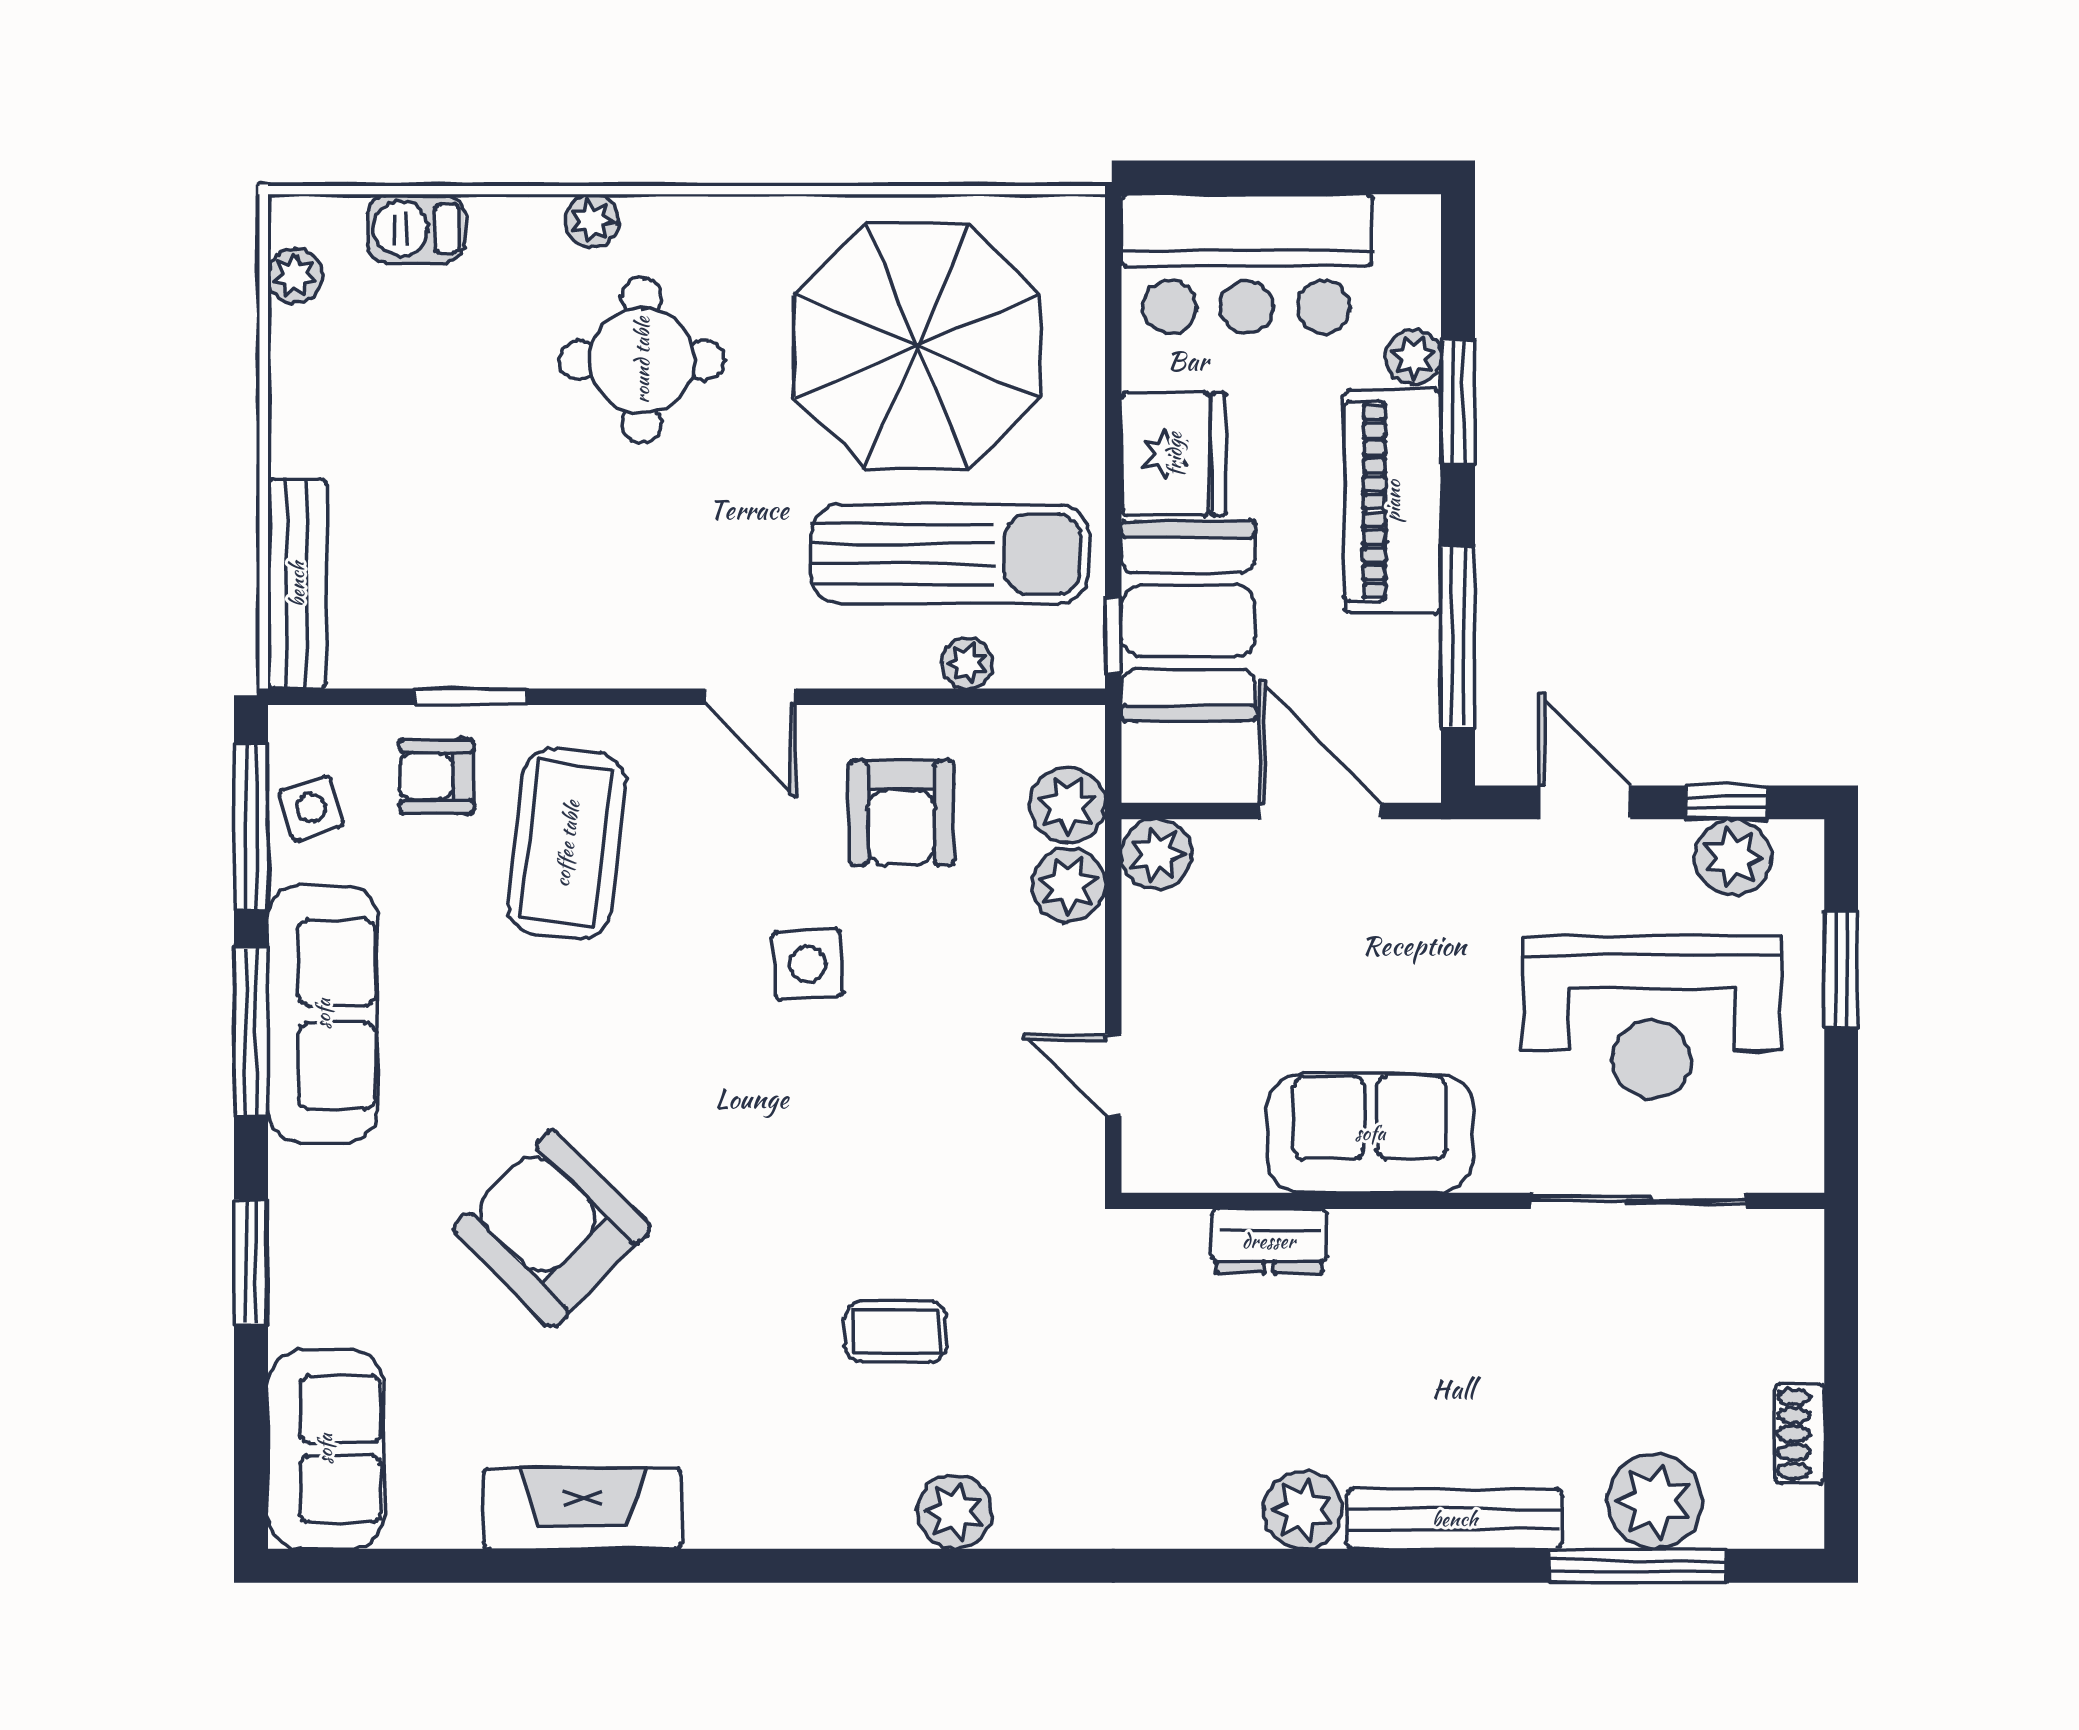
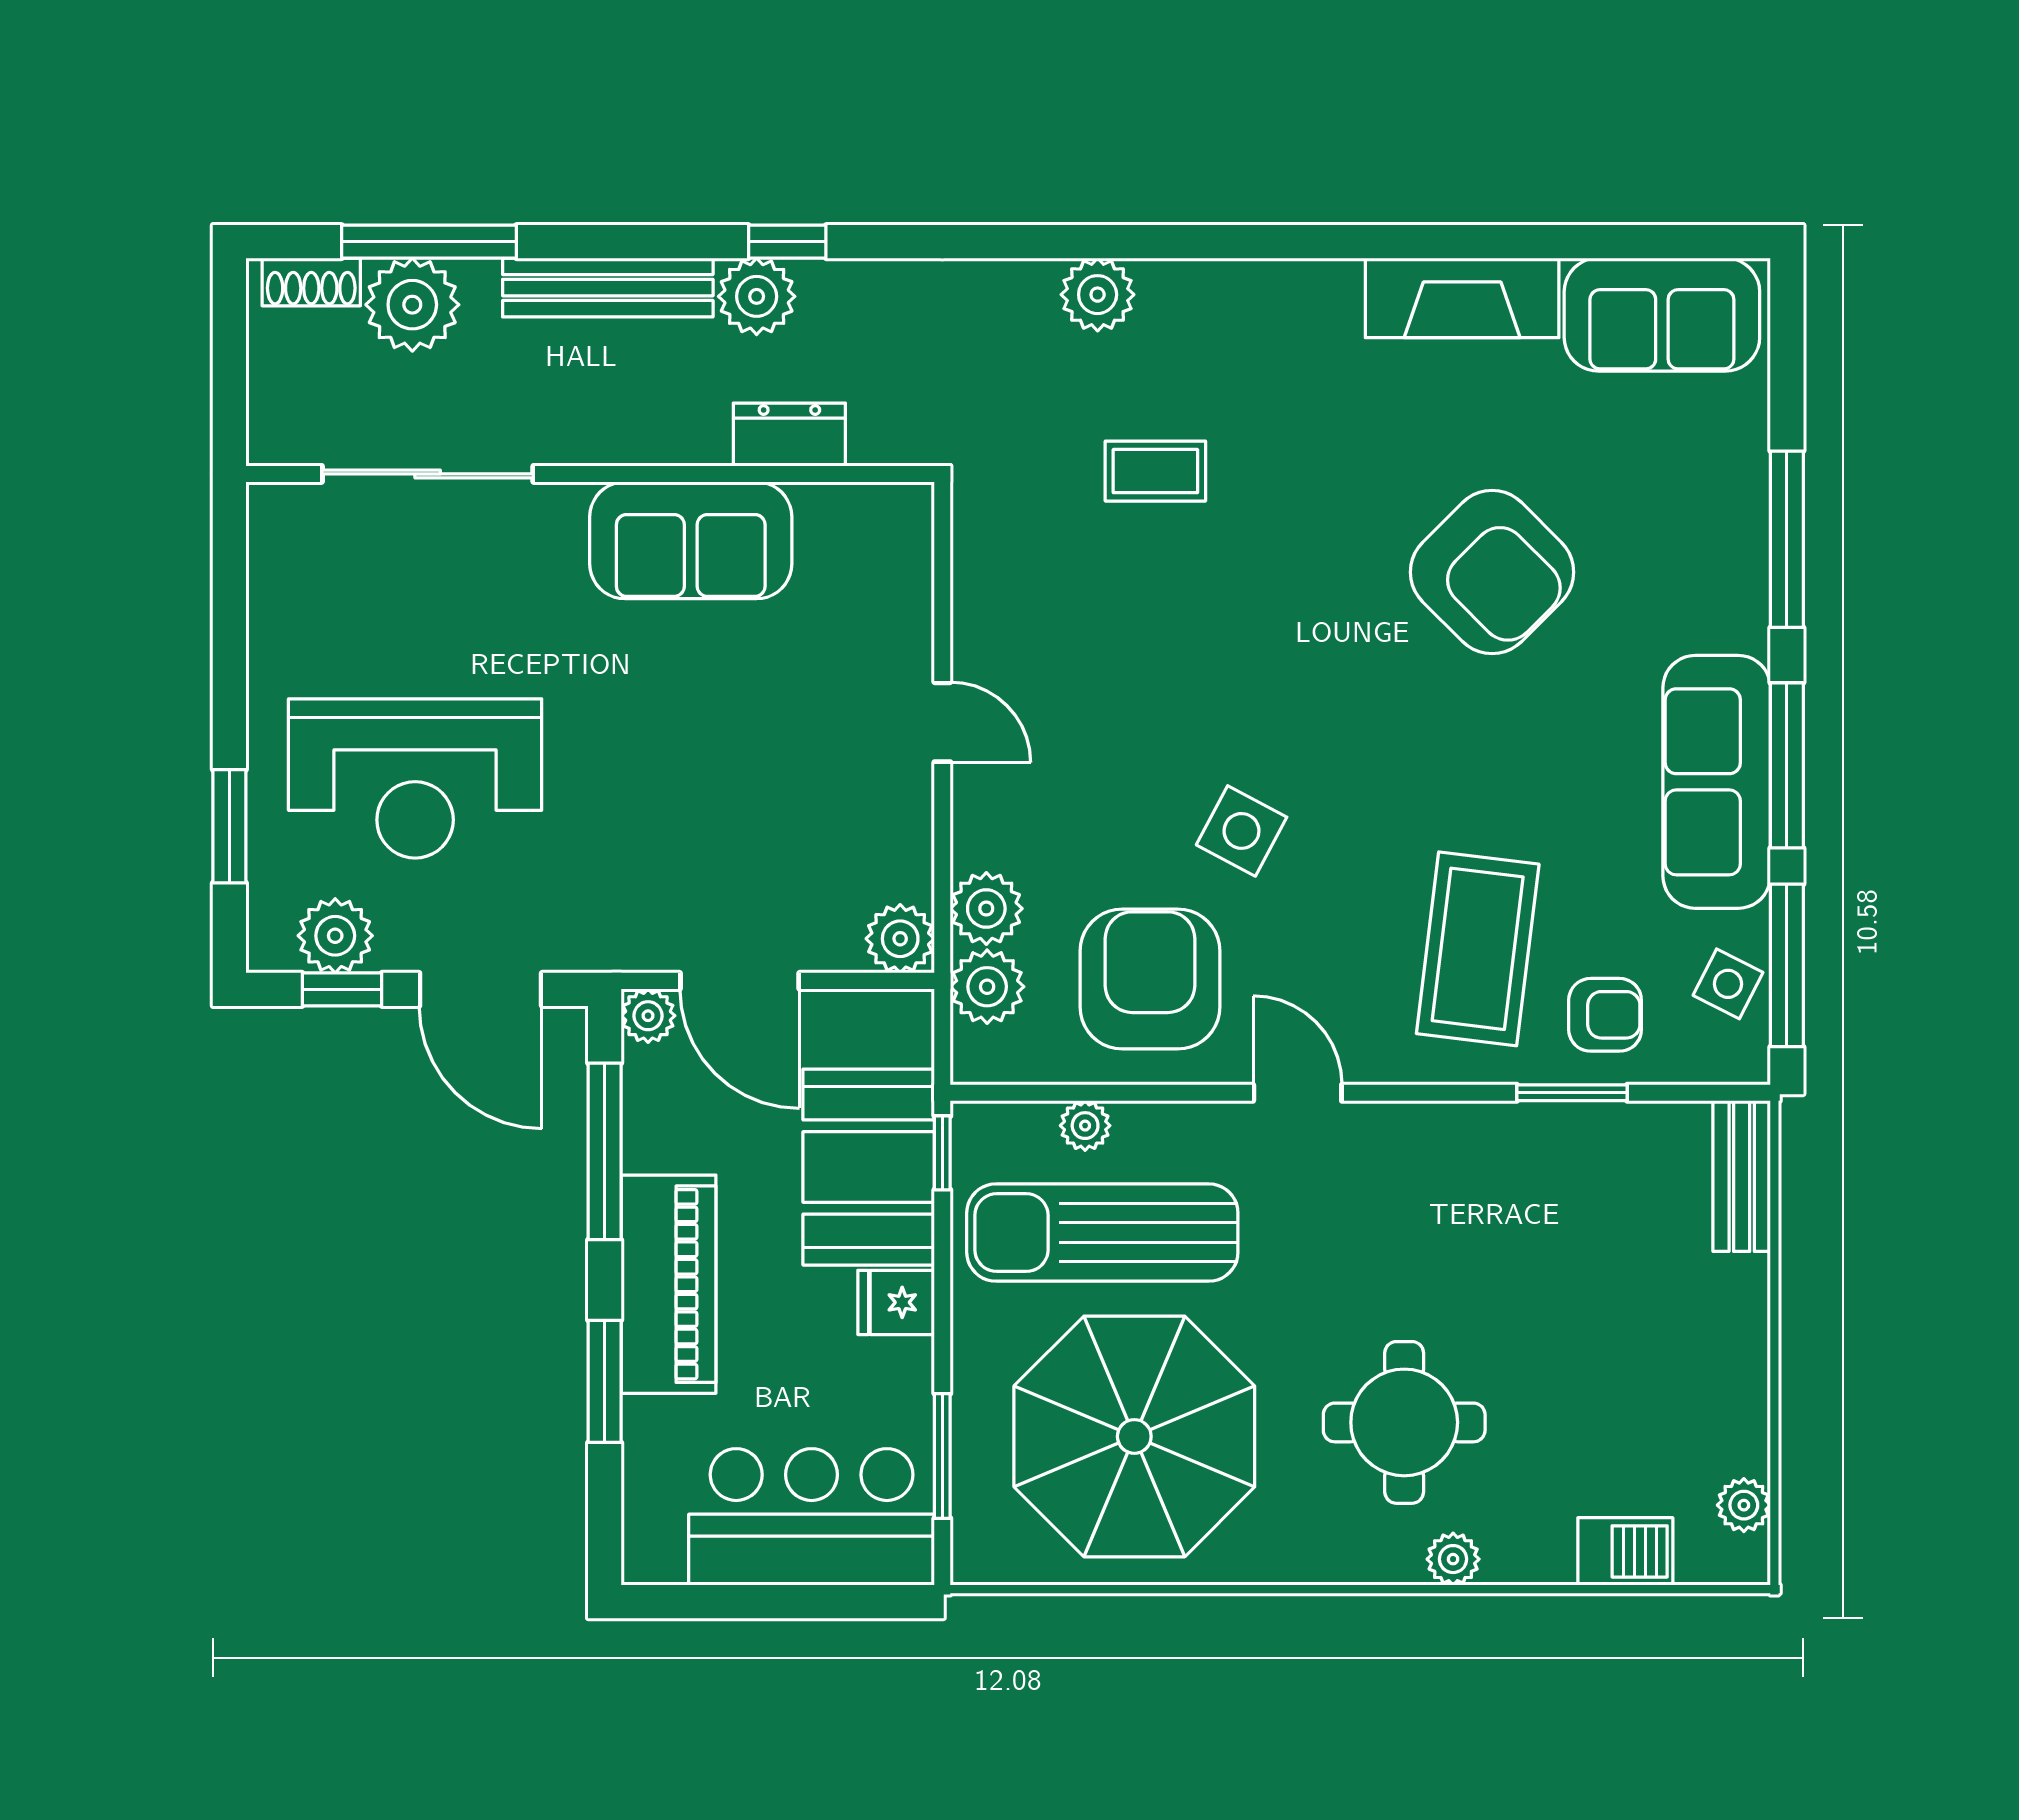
window: (1113, 326) -> (942, 1456), added
plant: (1414, 357) -> (648, 1016), moved
fridge: (1174, 454) -> (896, 1302), width x0.53, depth x0.75
bench: (297, 584) -> (1742, 1176), width x0.73
door: (1585, 802) -> (481, 989), width x1.38
side table: (311, 808) -> (1728, 984), turned 45
armchair: (901, 813) -> (1150, 979), width x1.36, depth x1.36
side table: (808, 964) -> (1242, 831), turned 31
reception desk: (1652, 1018) -> (415, 778), turned 180
sofa: (1370, 1133) -> (691, 540), moved
wall: (1473, 1201) -> (590, 474), moved
sliding door: (1639, 1201) -> (428, 474), moved
dresser: (1269, 1241) -> (789, 435), moved
window: (251, 1262) -> (1787, 539), width x1.44
shoe rack: (1800, 1434) -> (311, 282), moved, turned 90
sofa: (325, 1449) -> (1662, 315), moved, turned -90
window: (1272, 1566) -> (787, 242), added

